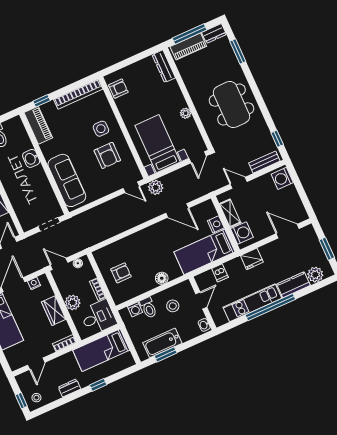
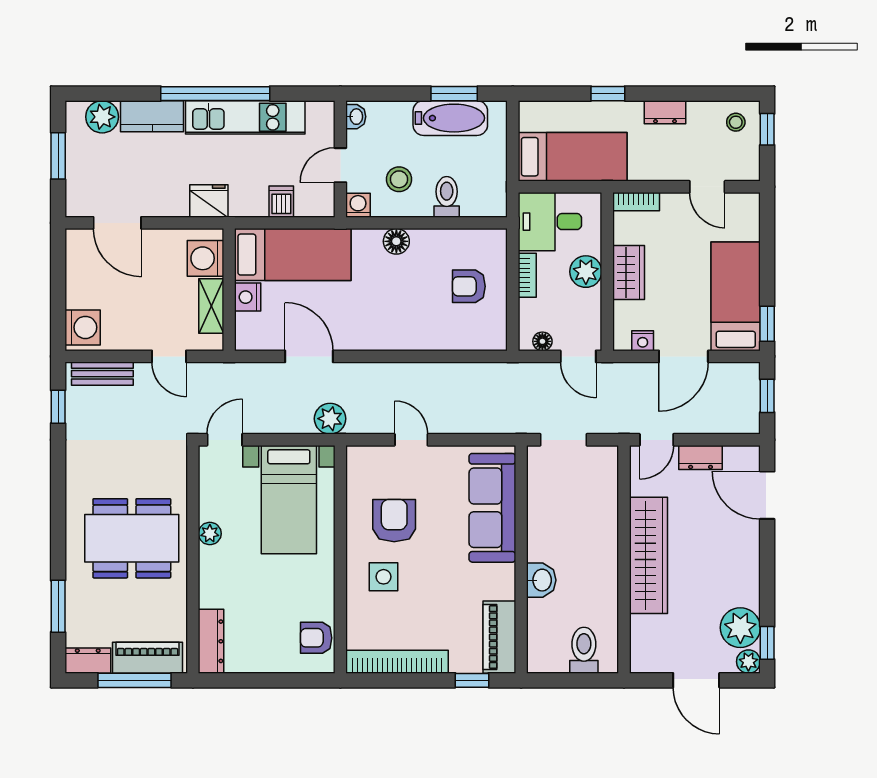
dining table: (231, 105) -> (132, 538), moved, turned 90
door: (131, 187) -> (411, 440), moved
washing machine: (135, 309) -> (358, 205), moved
door: (36, 364) -> (707, 187), swing flipped

